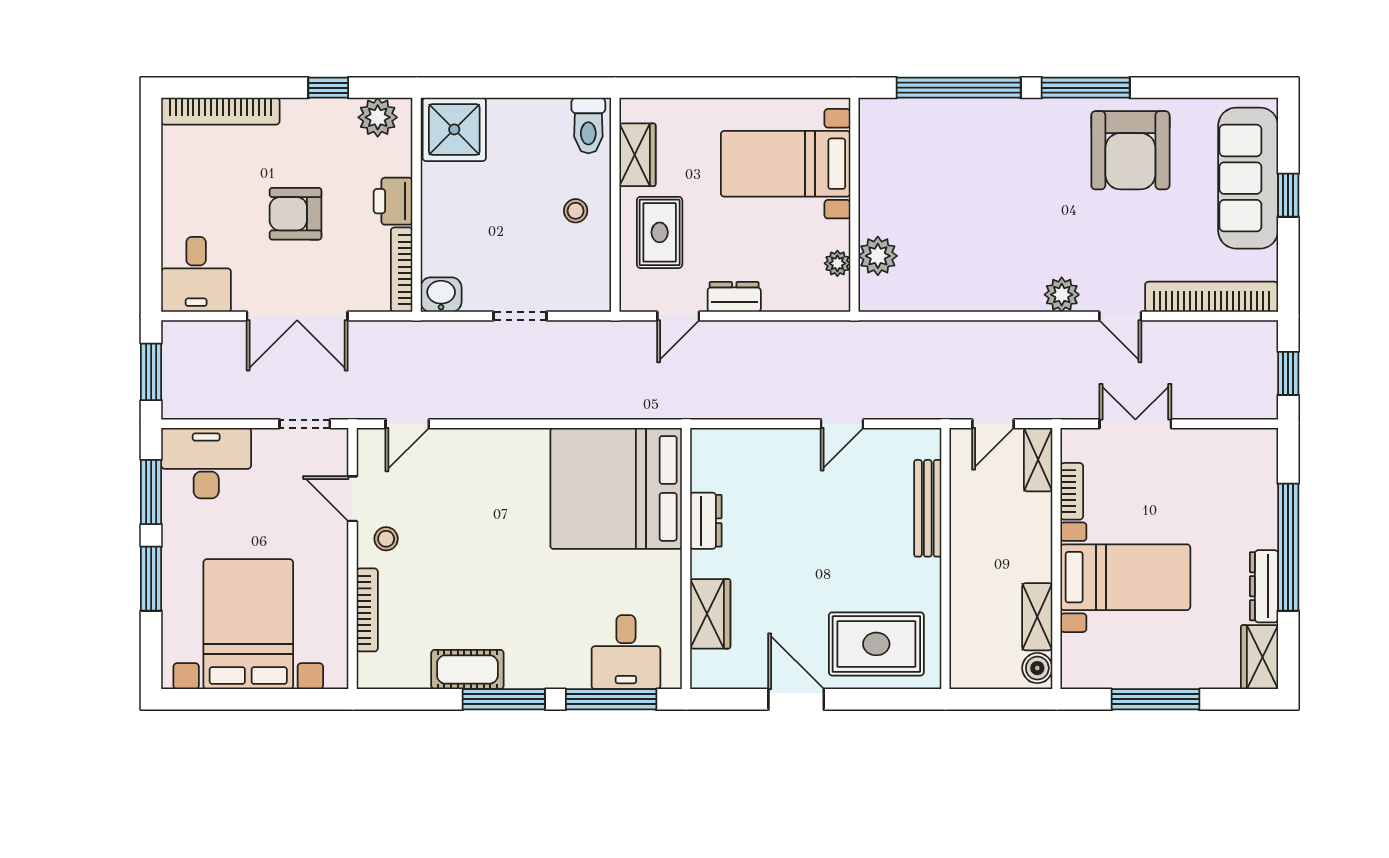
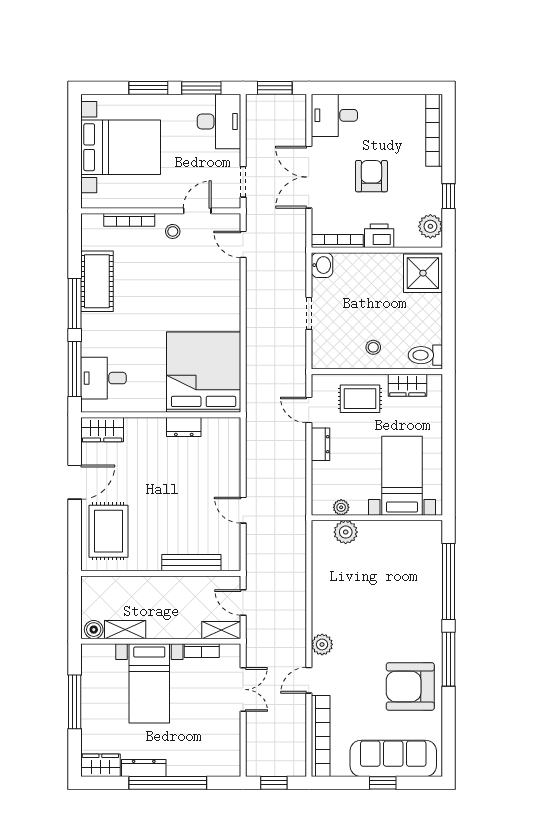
wardrobe: (710, 614) -> (102, 430), moved
cot: (467, 669) -> (97, 281), width x1.37, depth x1.34

